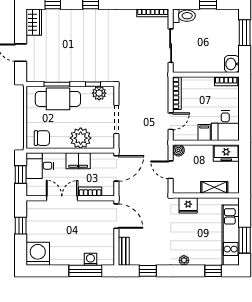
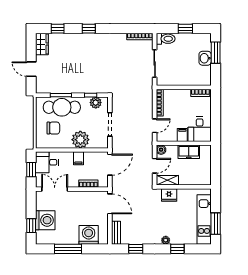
washbasin: (232, 64) -> (205, 58), moved
chair: (42, 138) -> (53, 128), moved
freezer: (226, 153) -> (189, 152), moved
filing cabinet: (78, 161) -> (78, 158), width x0.50
door: (171, 170) -> (155, 166), swing flipped
shelving: (214, 187) -> (167, 180), moved
double door: (62, 198) -> (55, 189), moved
window: (21, 226) -> (31, 226), moved
washing machine: (38, 254) -> (45, 220), moved, turned 90
washing machine: (90, 259) -> (89, 235), width x1.89, depth x1.89
window: (85, 271) -> (68, 249), moved
window: (213, 271) -> (177, 249), moved

